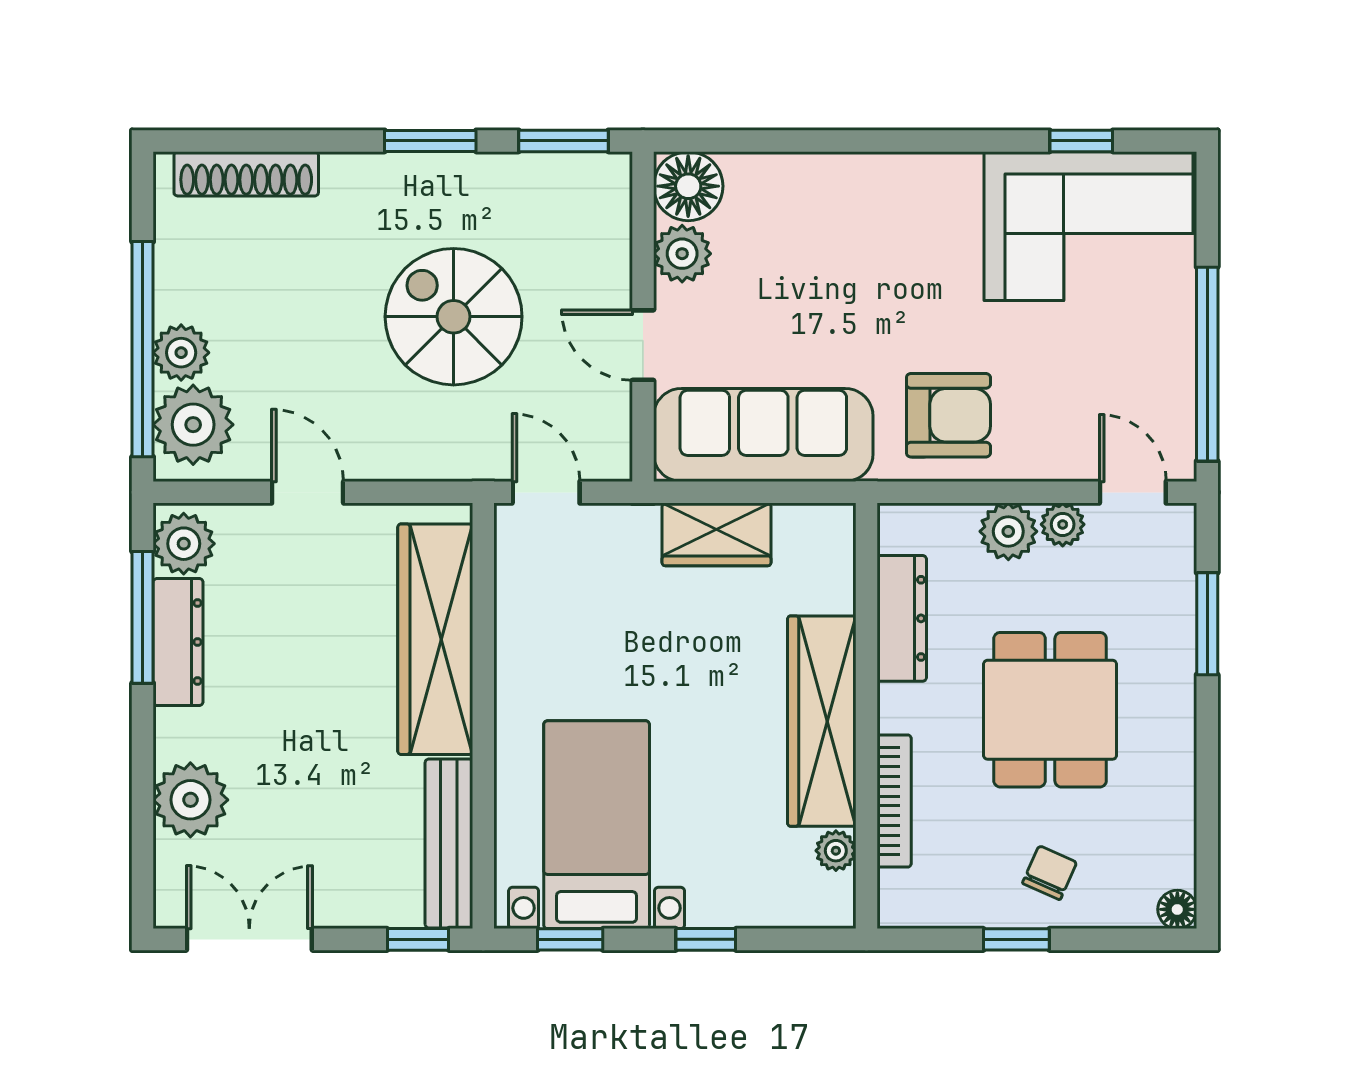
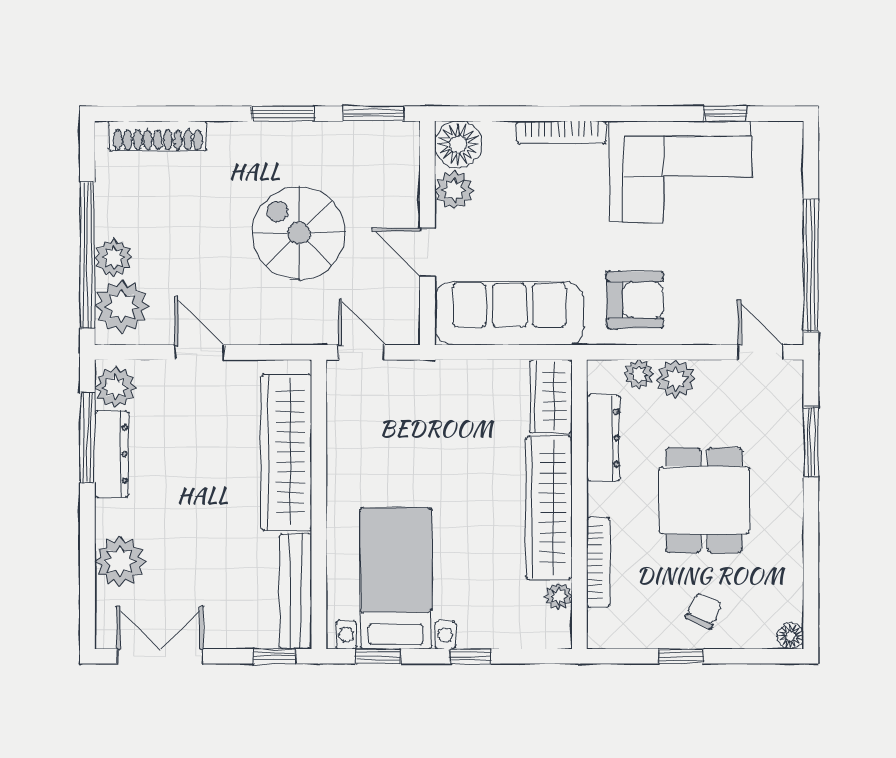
bookcase: (840, 168) -> (562, 132), added
corner sofa: (1089, 226) -> (680, 171), moved
plant: (1063, 524) -> (639, 374), moved
wardrobe: (717, 534) -> (551, 396), moved, turned 90

